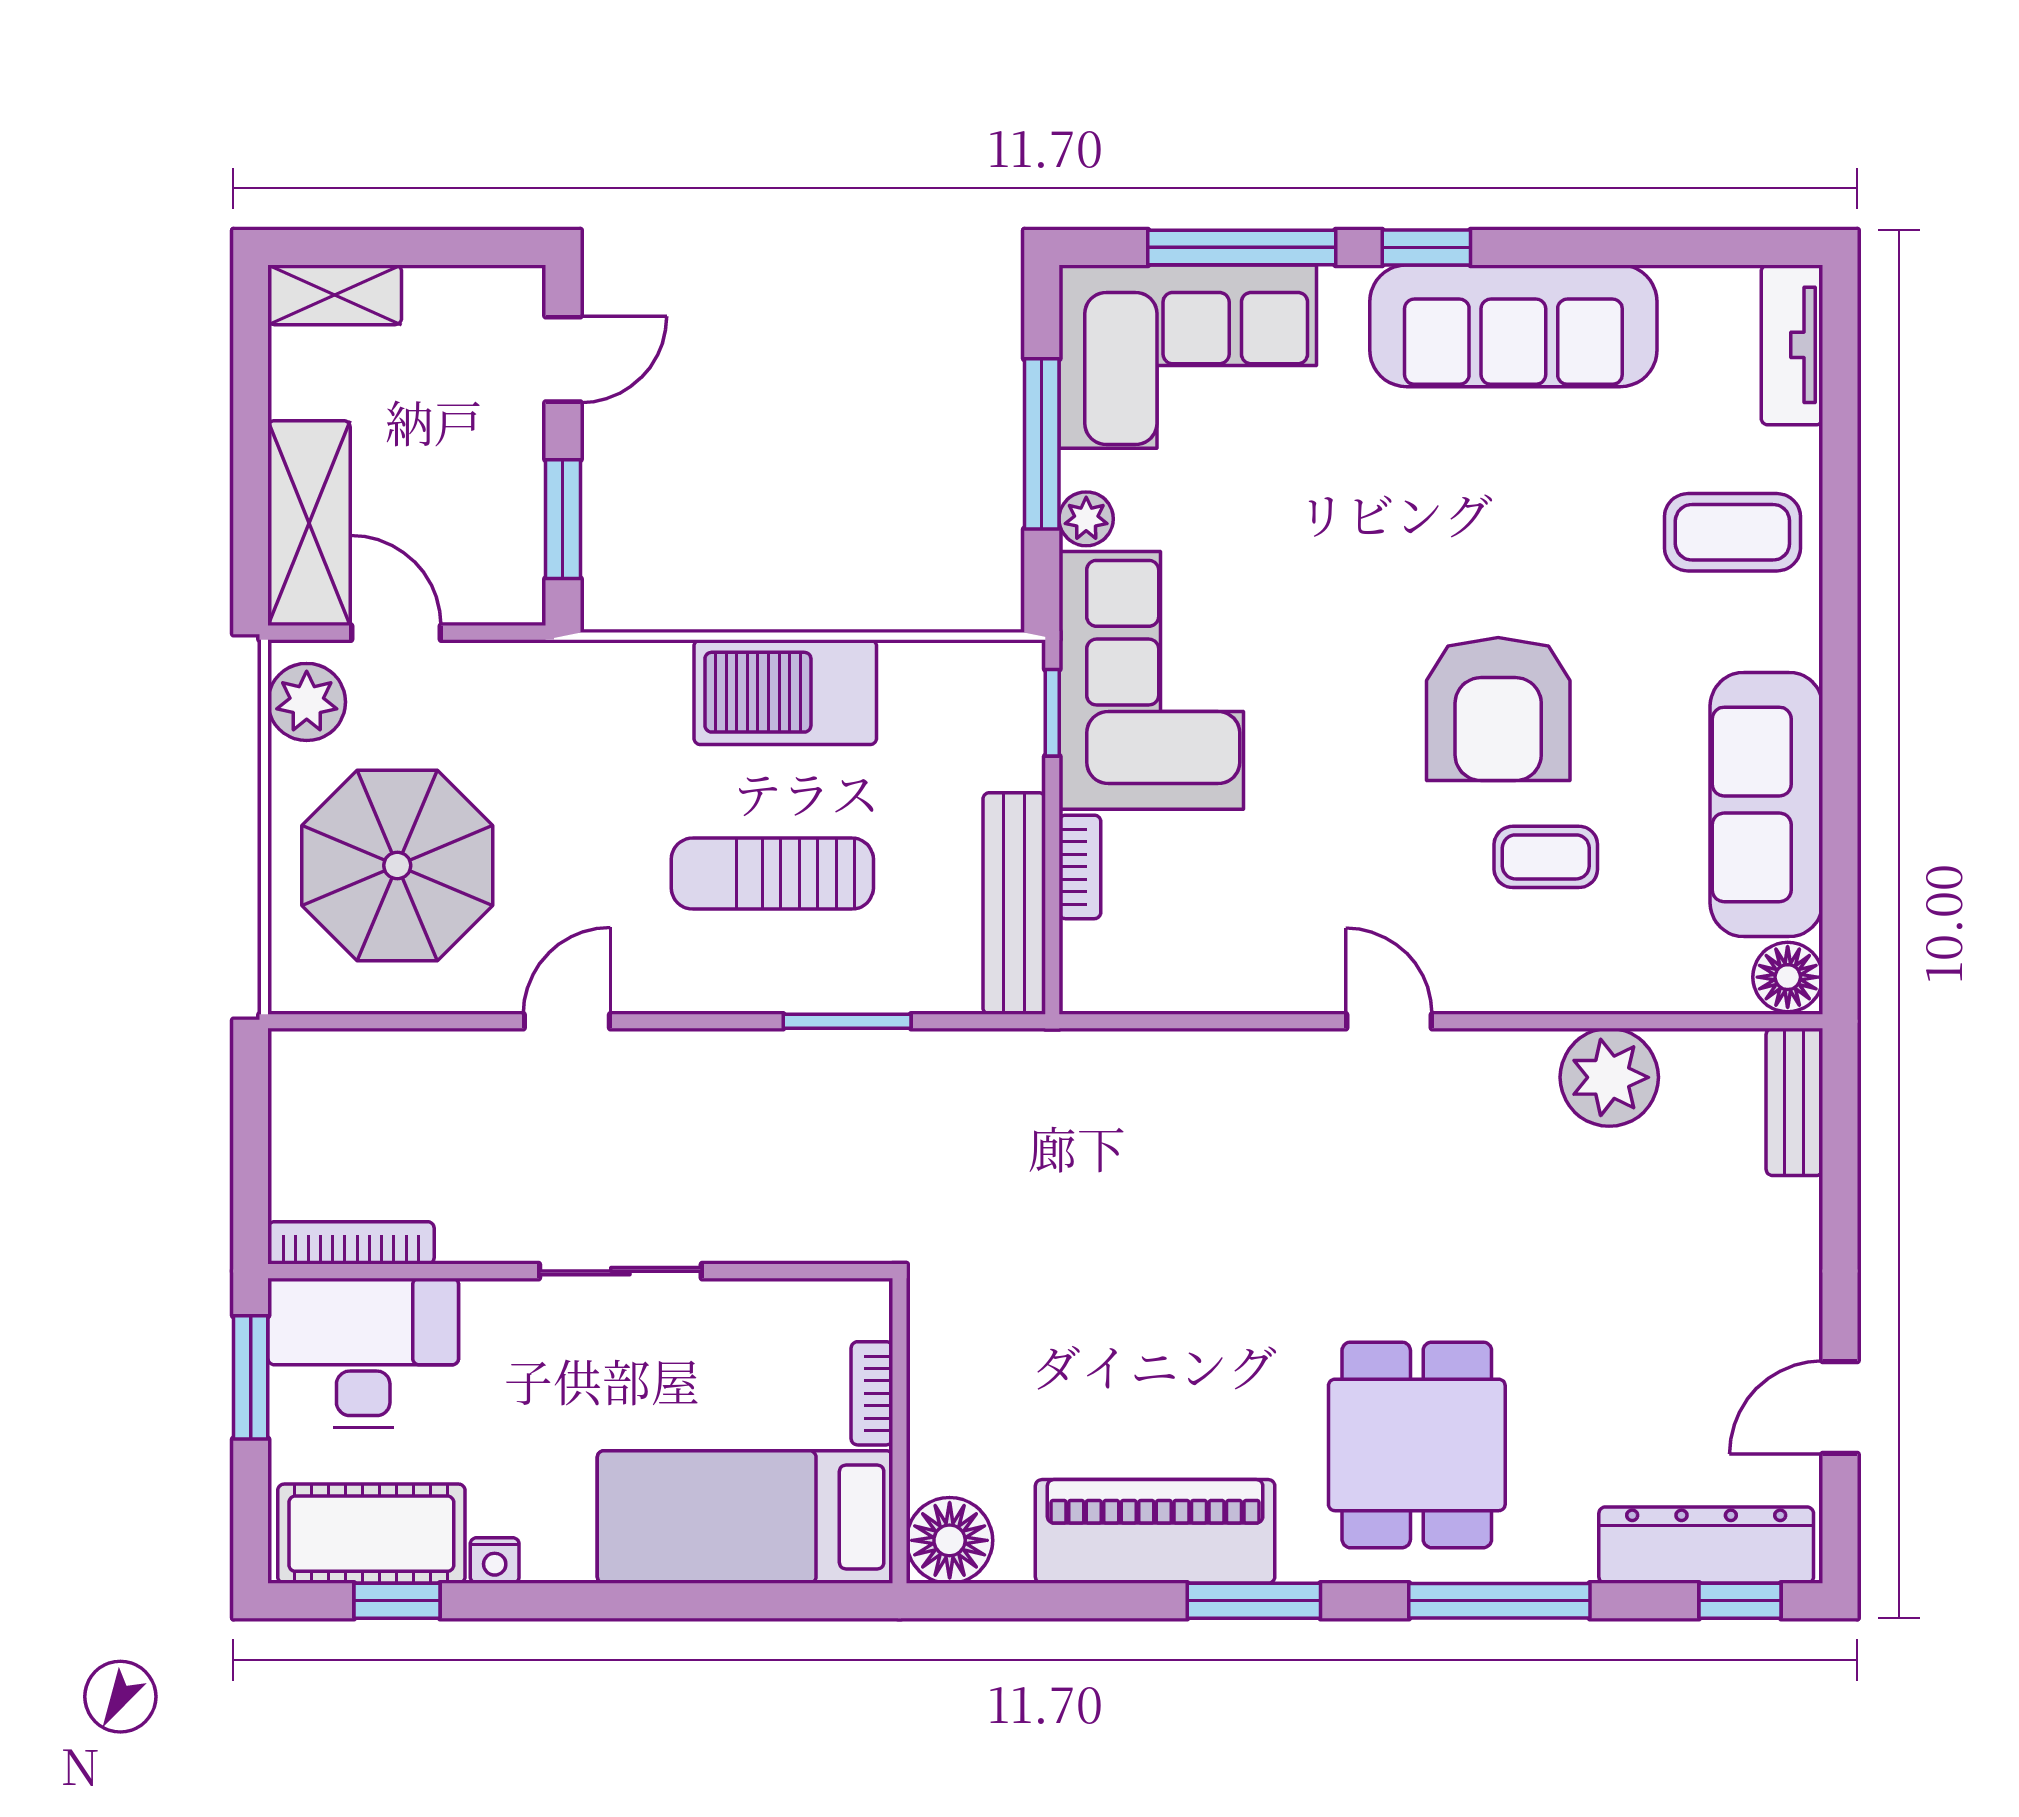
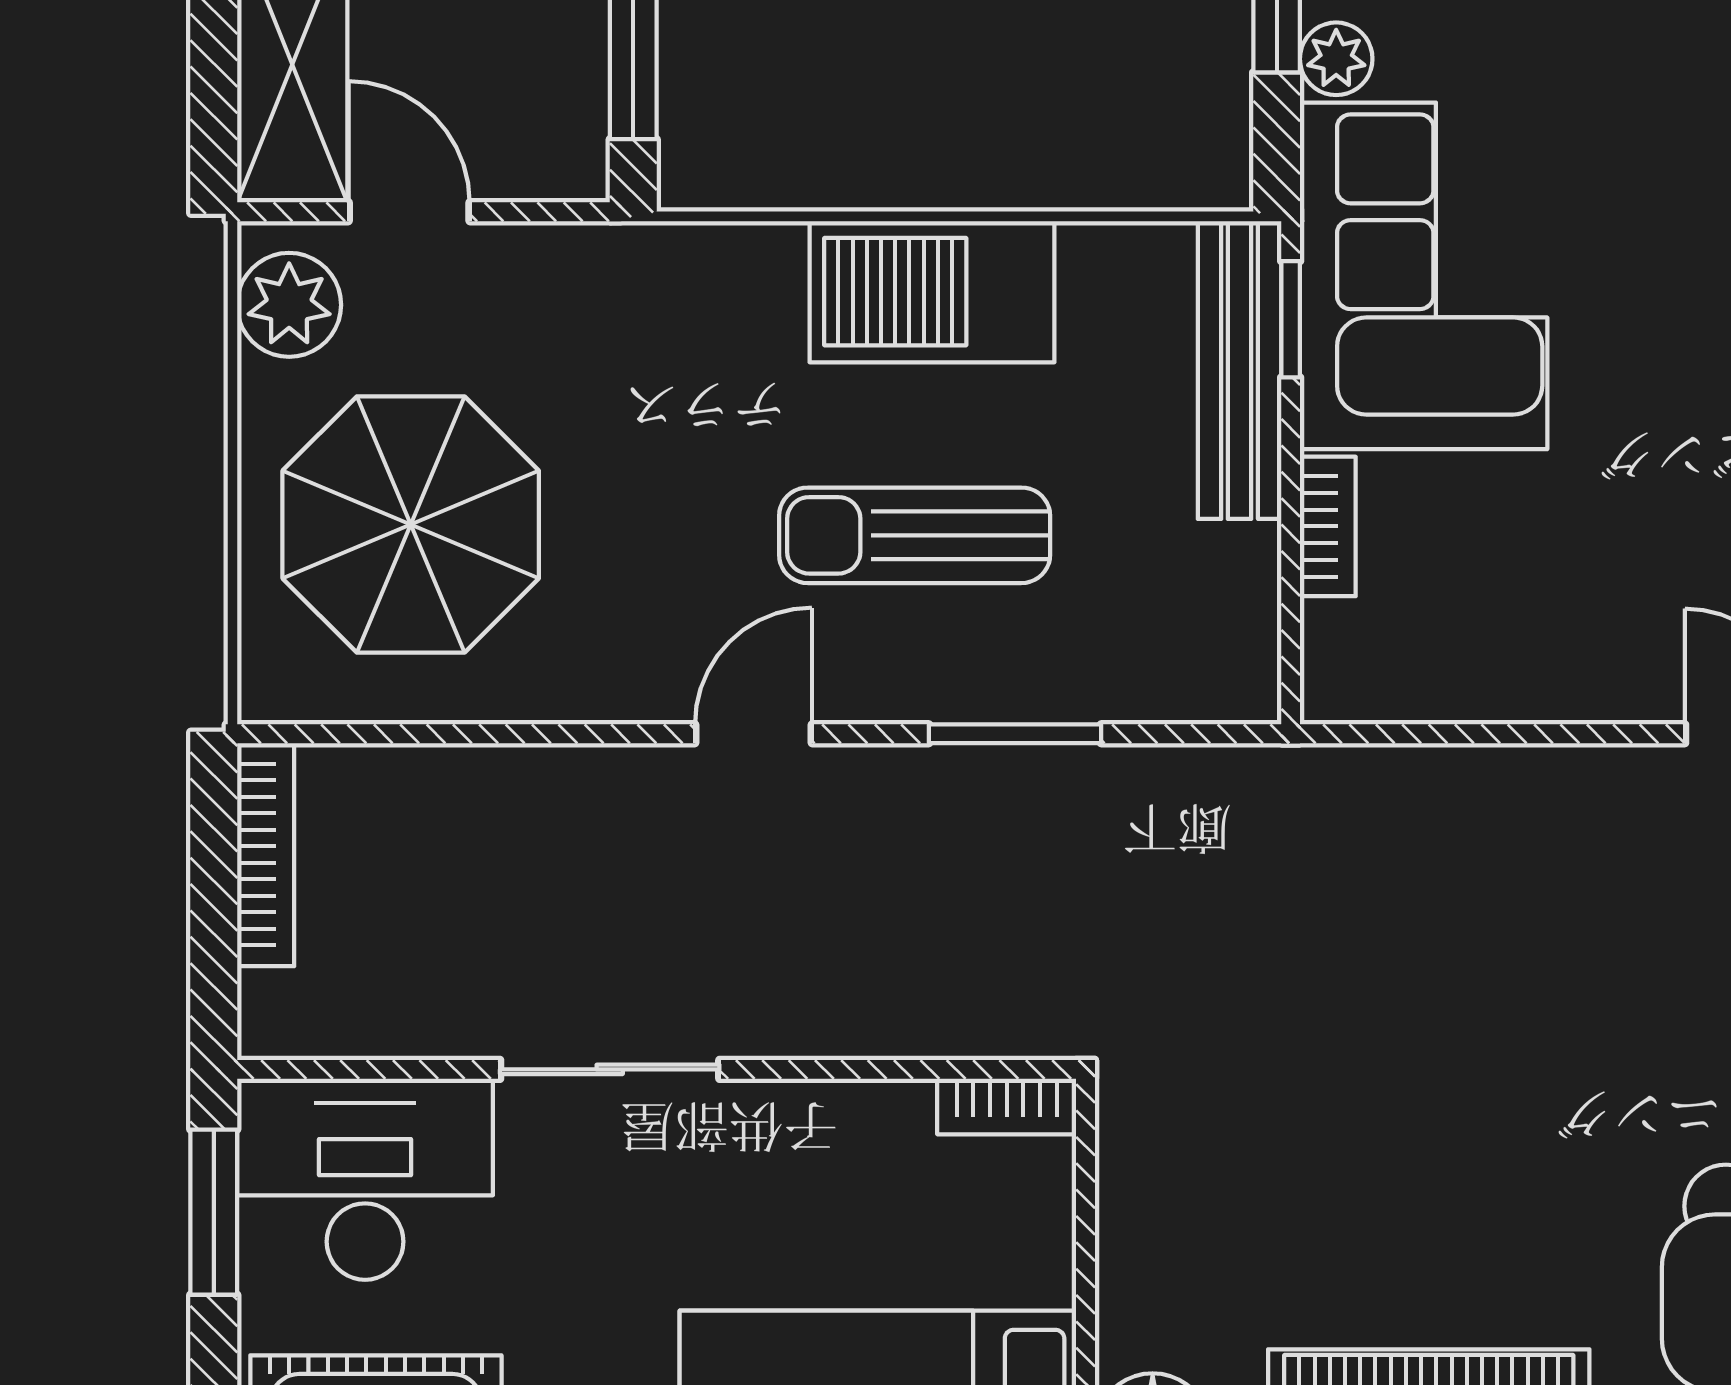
bench: (1014, 903) -> (1240, 370), moved
door: (567, 1021) -> (753, 734), moved
bookcase: (351, 1243) -> (266, 855), moved, turned 90
sliding door: (620, 1271) -> (610, 1069), moved
bookcase: (872, 1393) -> (1007, 1107), moved, turned -90

